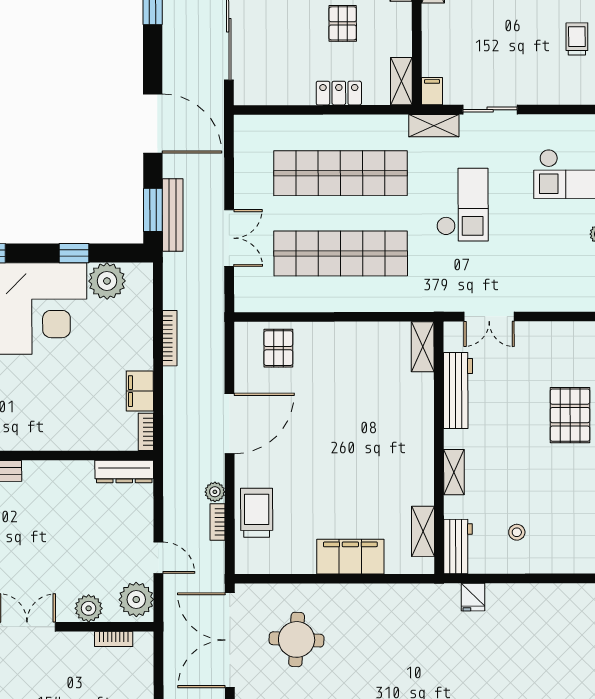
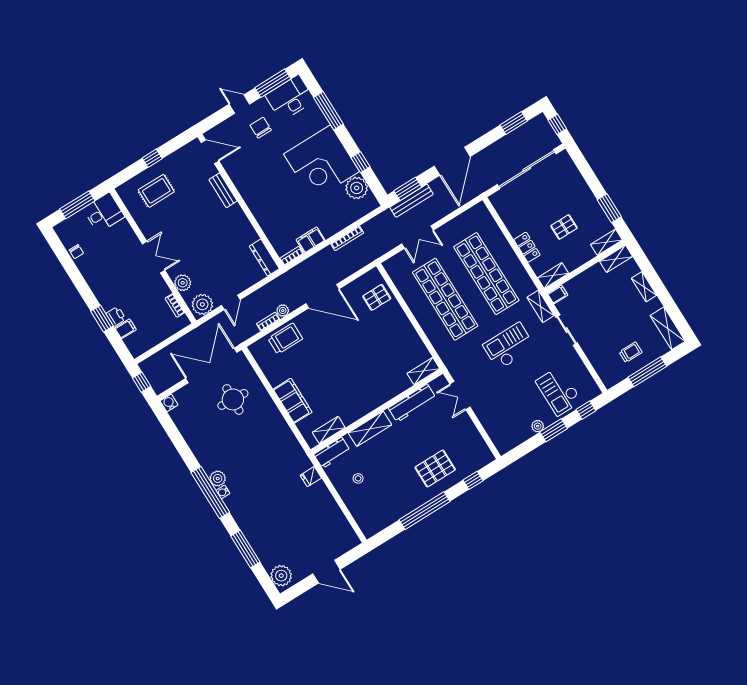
checkout: (462, 205) -> (509, 346), turned 180
shelving: (454, 472) -> (370, 429), width x1.50, depth x1.33

